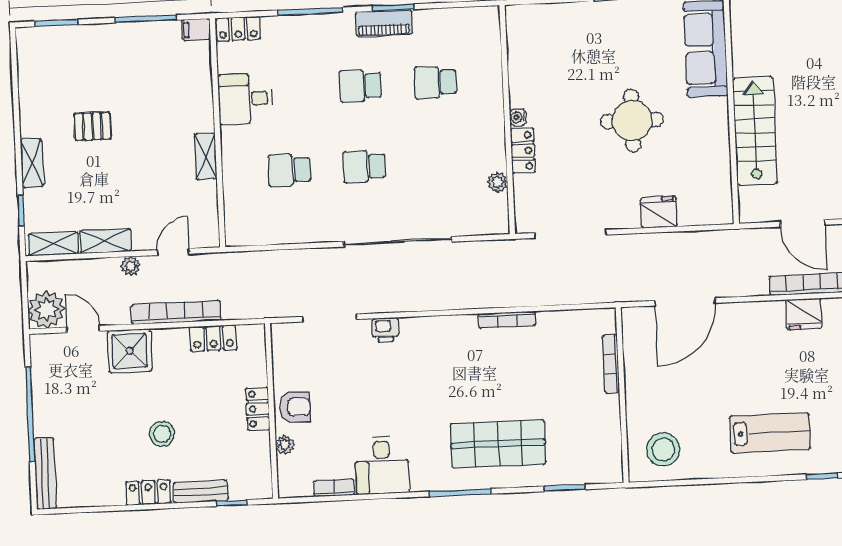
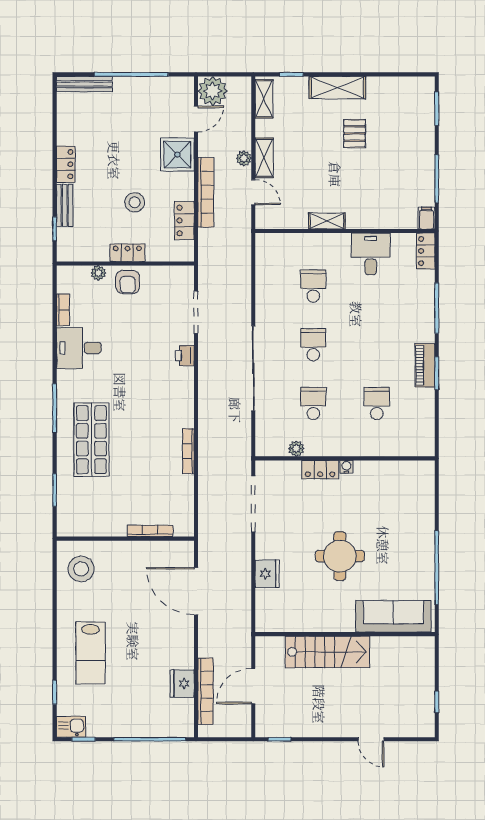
school desk: (360, 86) -> (313, 403), moved
shelving: (32, 163) -> (337, 88), width x1.50, depth x1.33
shelving: (105, 241) -> (264, 158), moved
stool: (162, 434) -> (135, 202), moved

